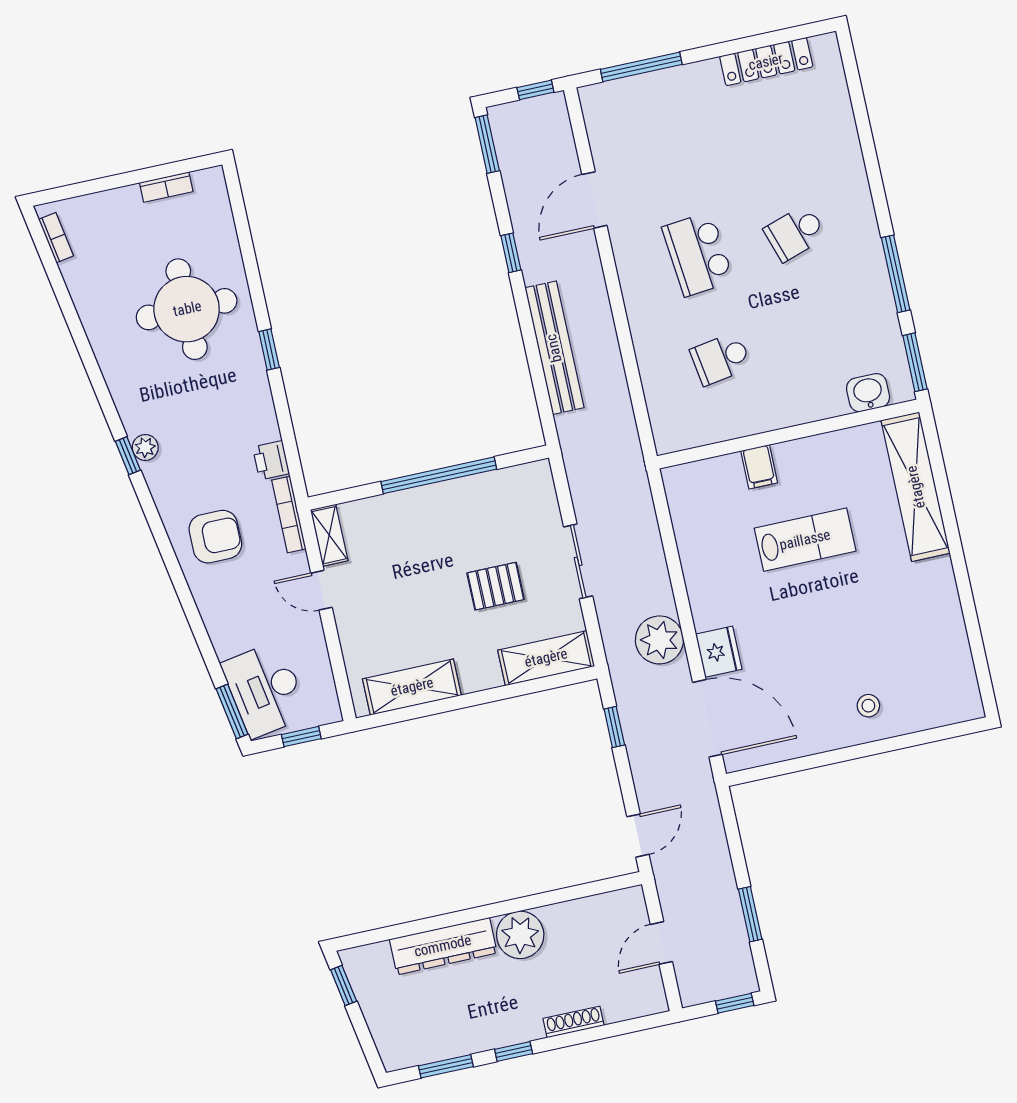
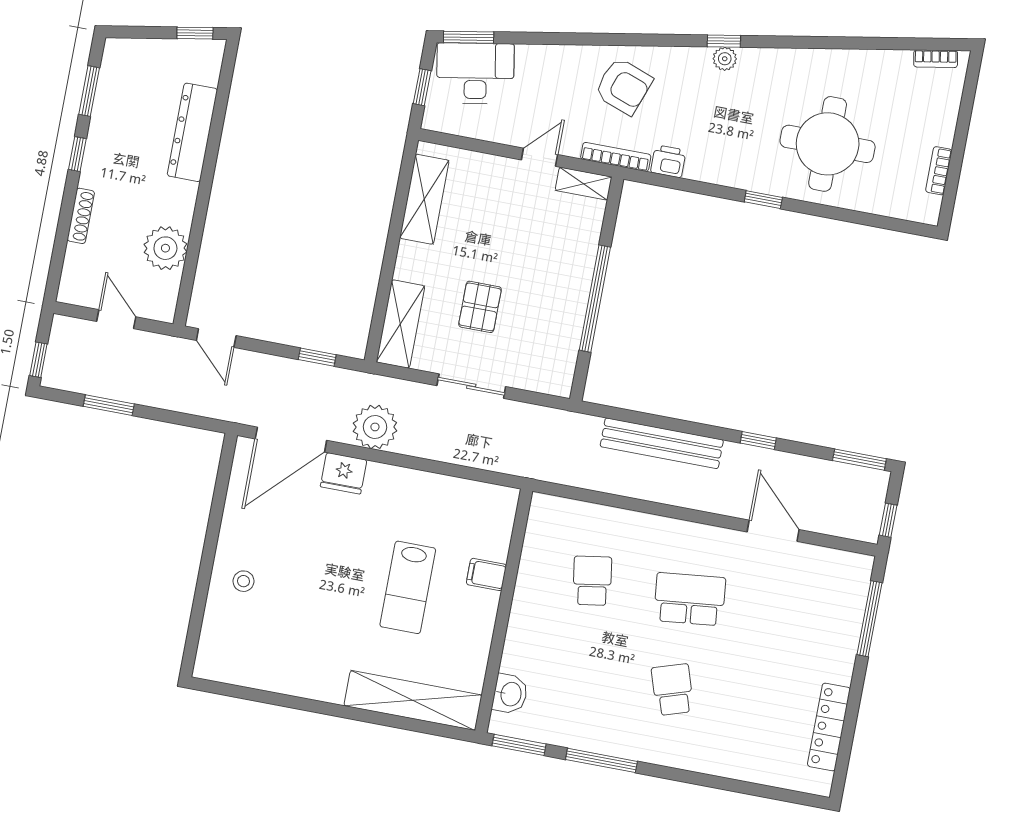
armchair: (215, 537) -> (623, 86), turned -70
plant: (520, 935) -> (165, 248), moved

